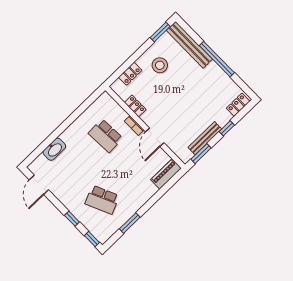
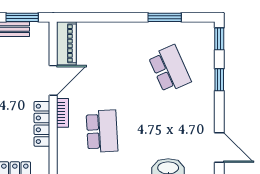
locker: (135, 106) -> (42, 124), width x1.53
piano: (166, 174) -> (66, 43), moved, turned -90
door: (39, 185) -> (219, 147), hinge flipped

